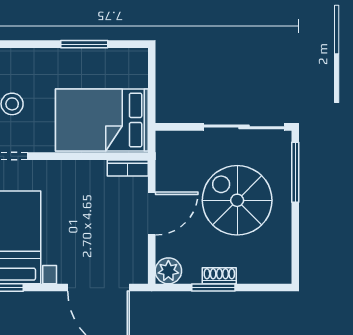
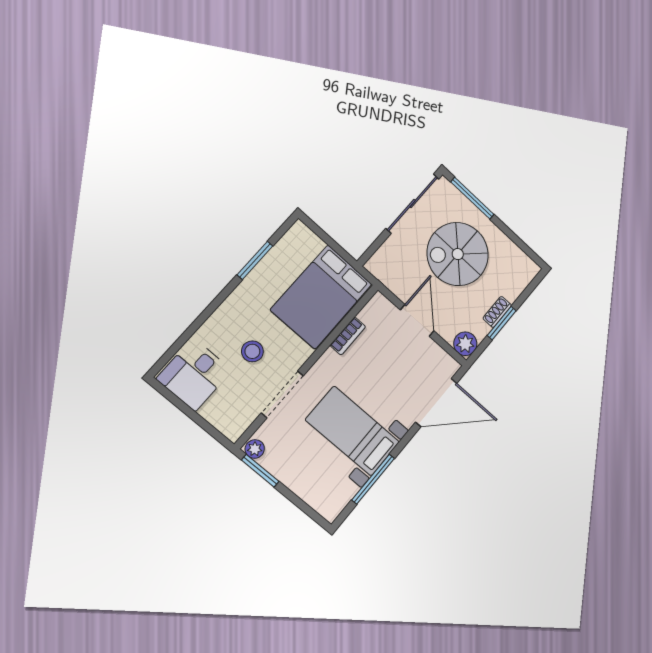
bookcase: (128, 168) -> (348, 336), moved

